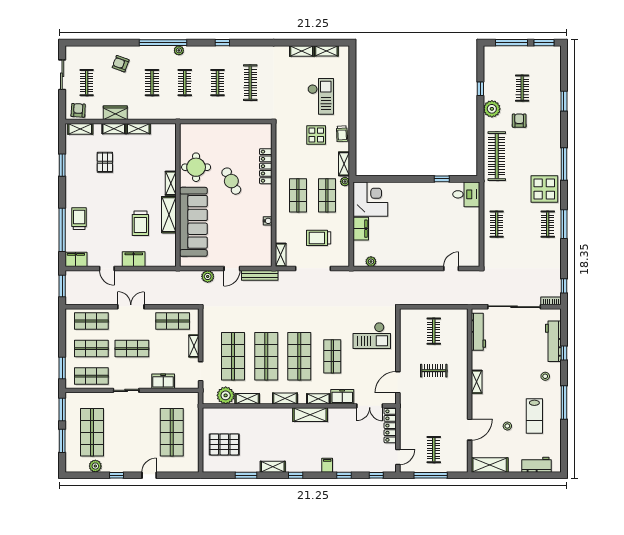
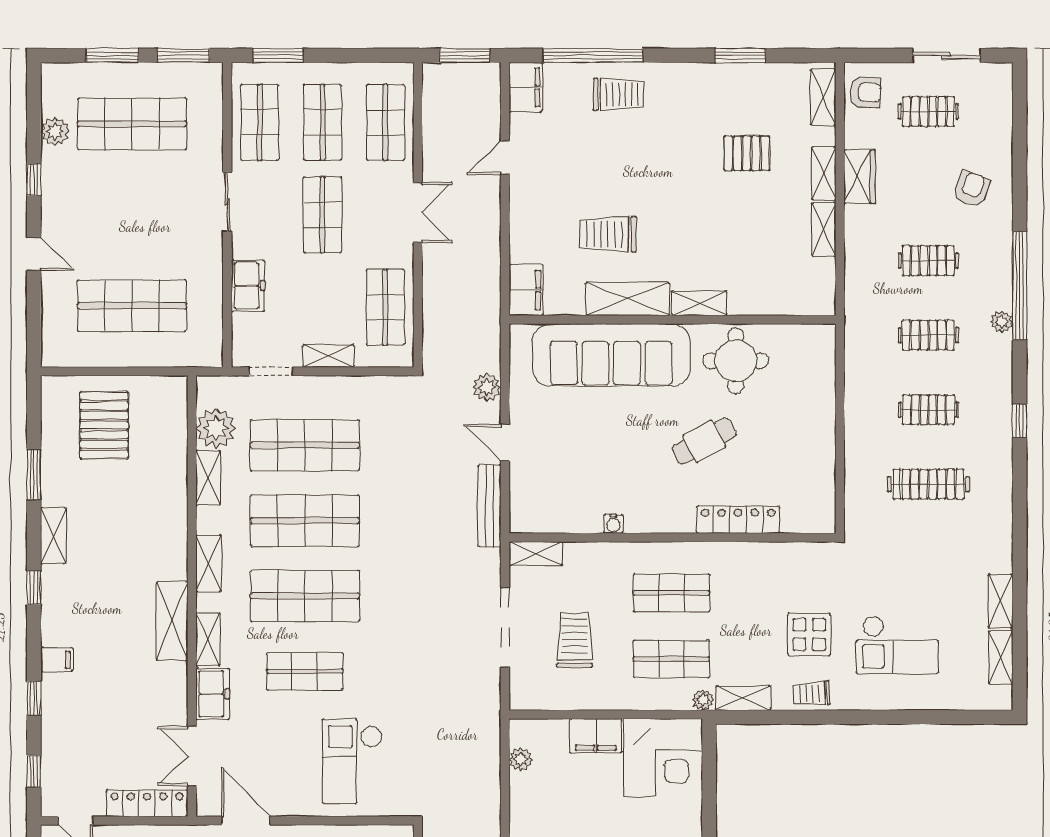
filing cabinet: (134, 259) -> (526, 290), moved

